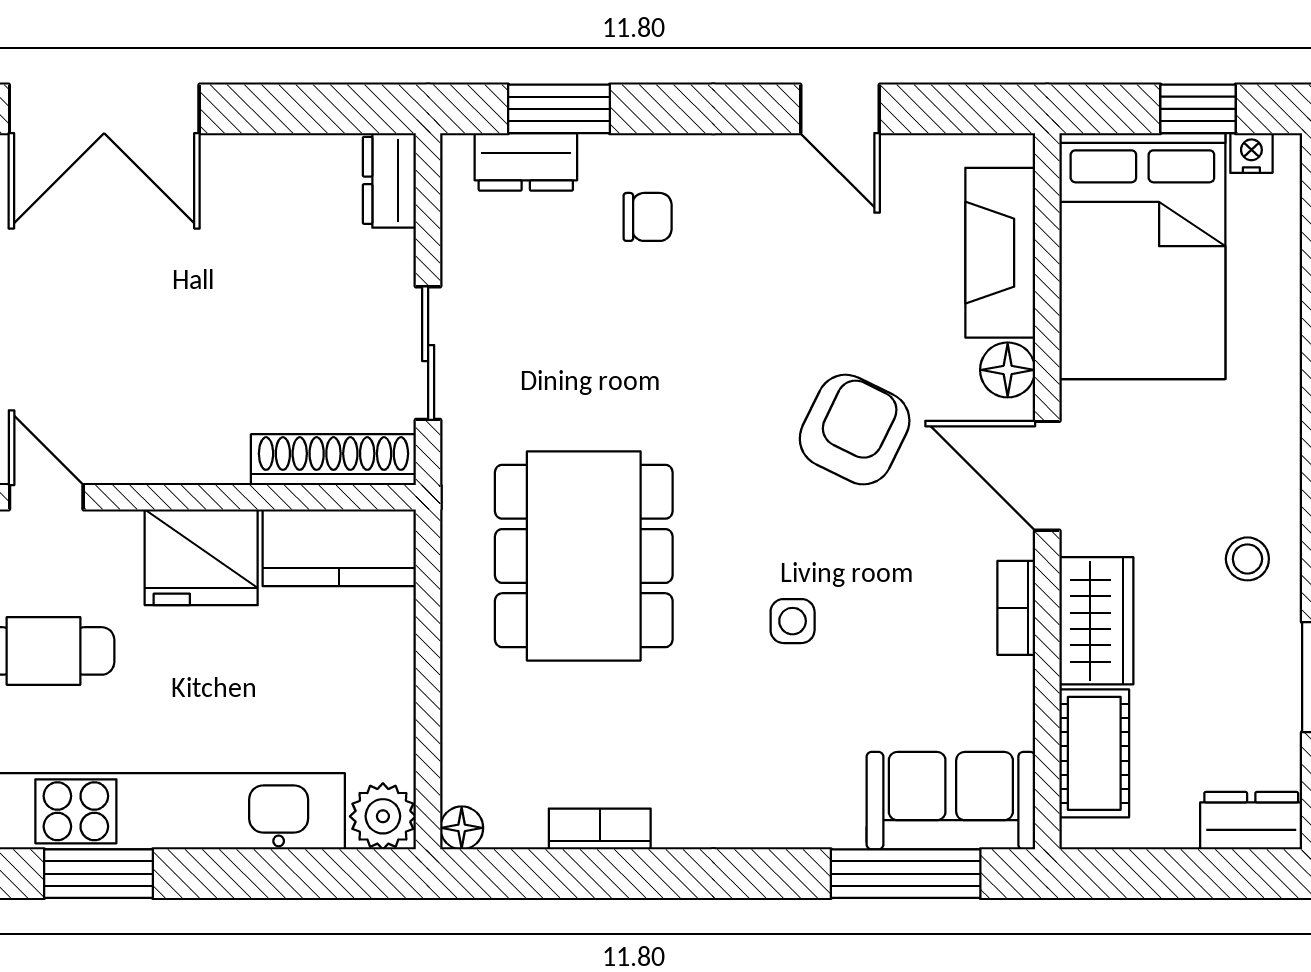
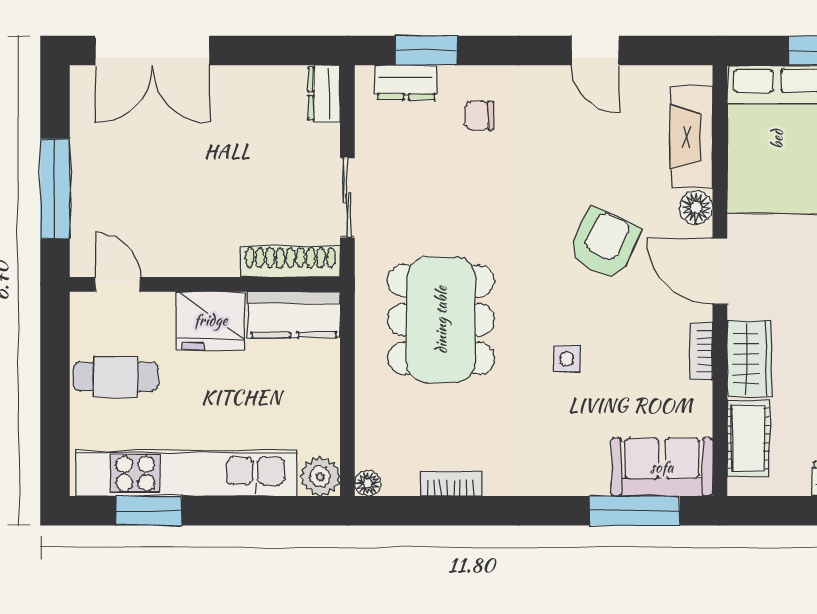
chair: (648, 217) -> (479, 116), turned 180

